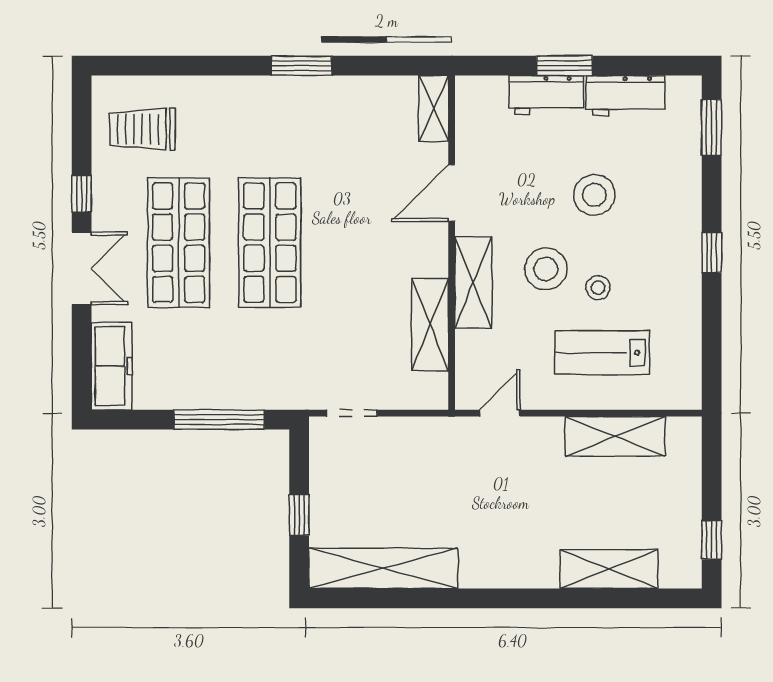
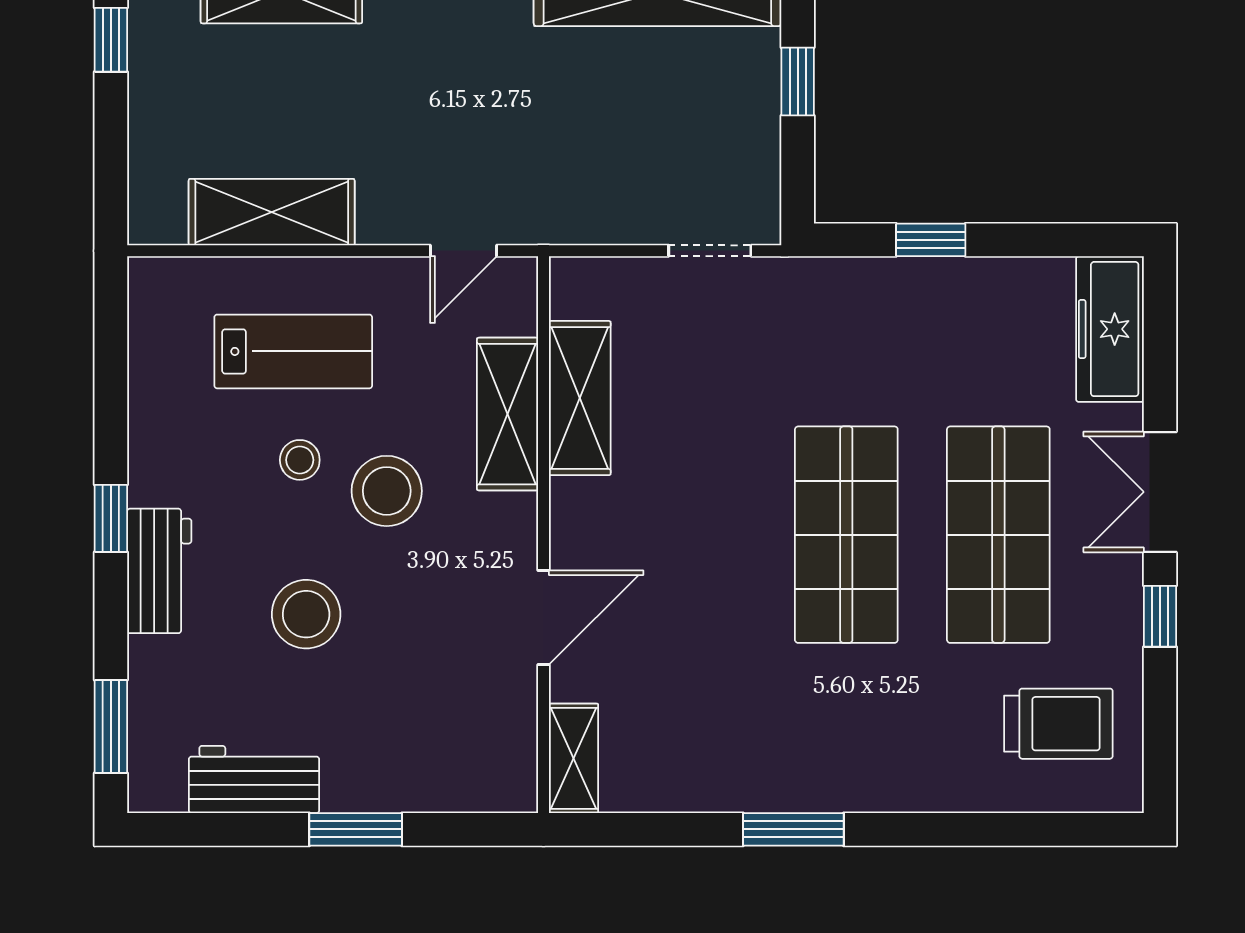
workbench: (546, 95) -> (159, 571), moved, turned 90
shelving: (473, 282) -> (508, 414), moved
window: (219, 420) -> (931, 240), width x0.46

